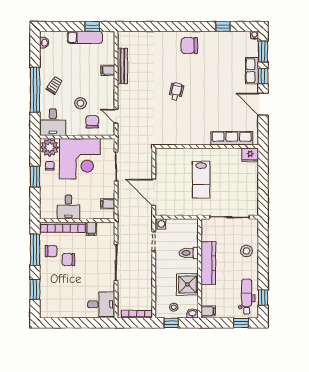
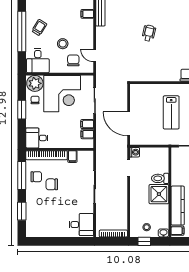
filing cabinet: (108, 193) -> (87, 124), added
desk: (68, 207) -> (37, 138), moved, turned 90
kitchen counter: (208, 263) -> (178, 206), moved
shower: (187, 284) -> (159, 194), moved

